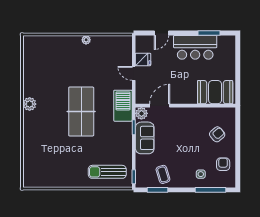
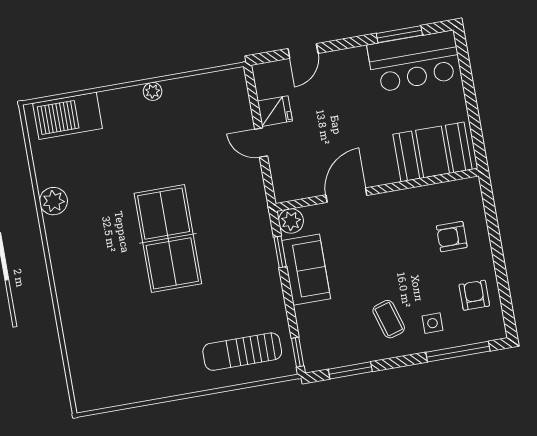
bar counter: (195, 47) -> (414, 61), moved
plant: (30, 104) -> (53, 201), moved
barbecue: (123, 106) -> (68, 116), moved, turned -90
door: (160, 106) -> (346, 195), moved
armchair: (217, 134) -> (452, 237), turned -139
coffee table: (163, 174) -> (389, 319), moved

